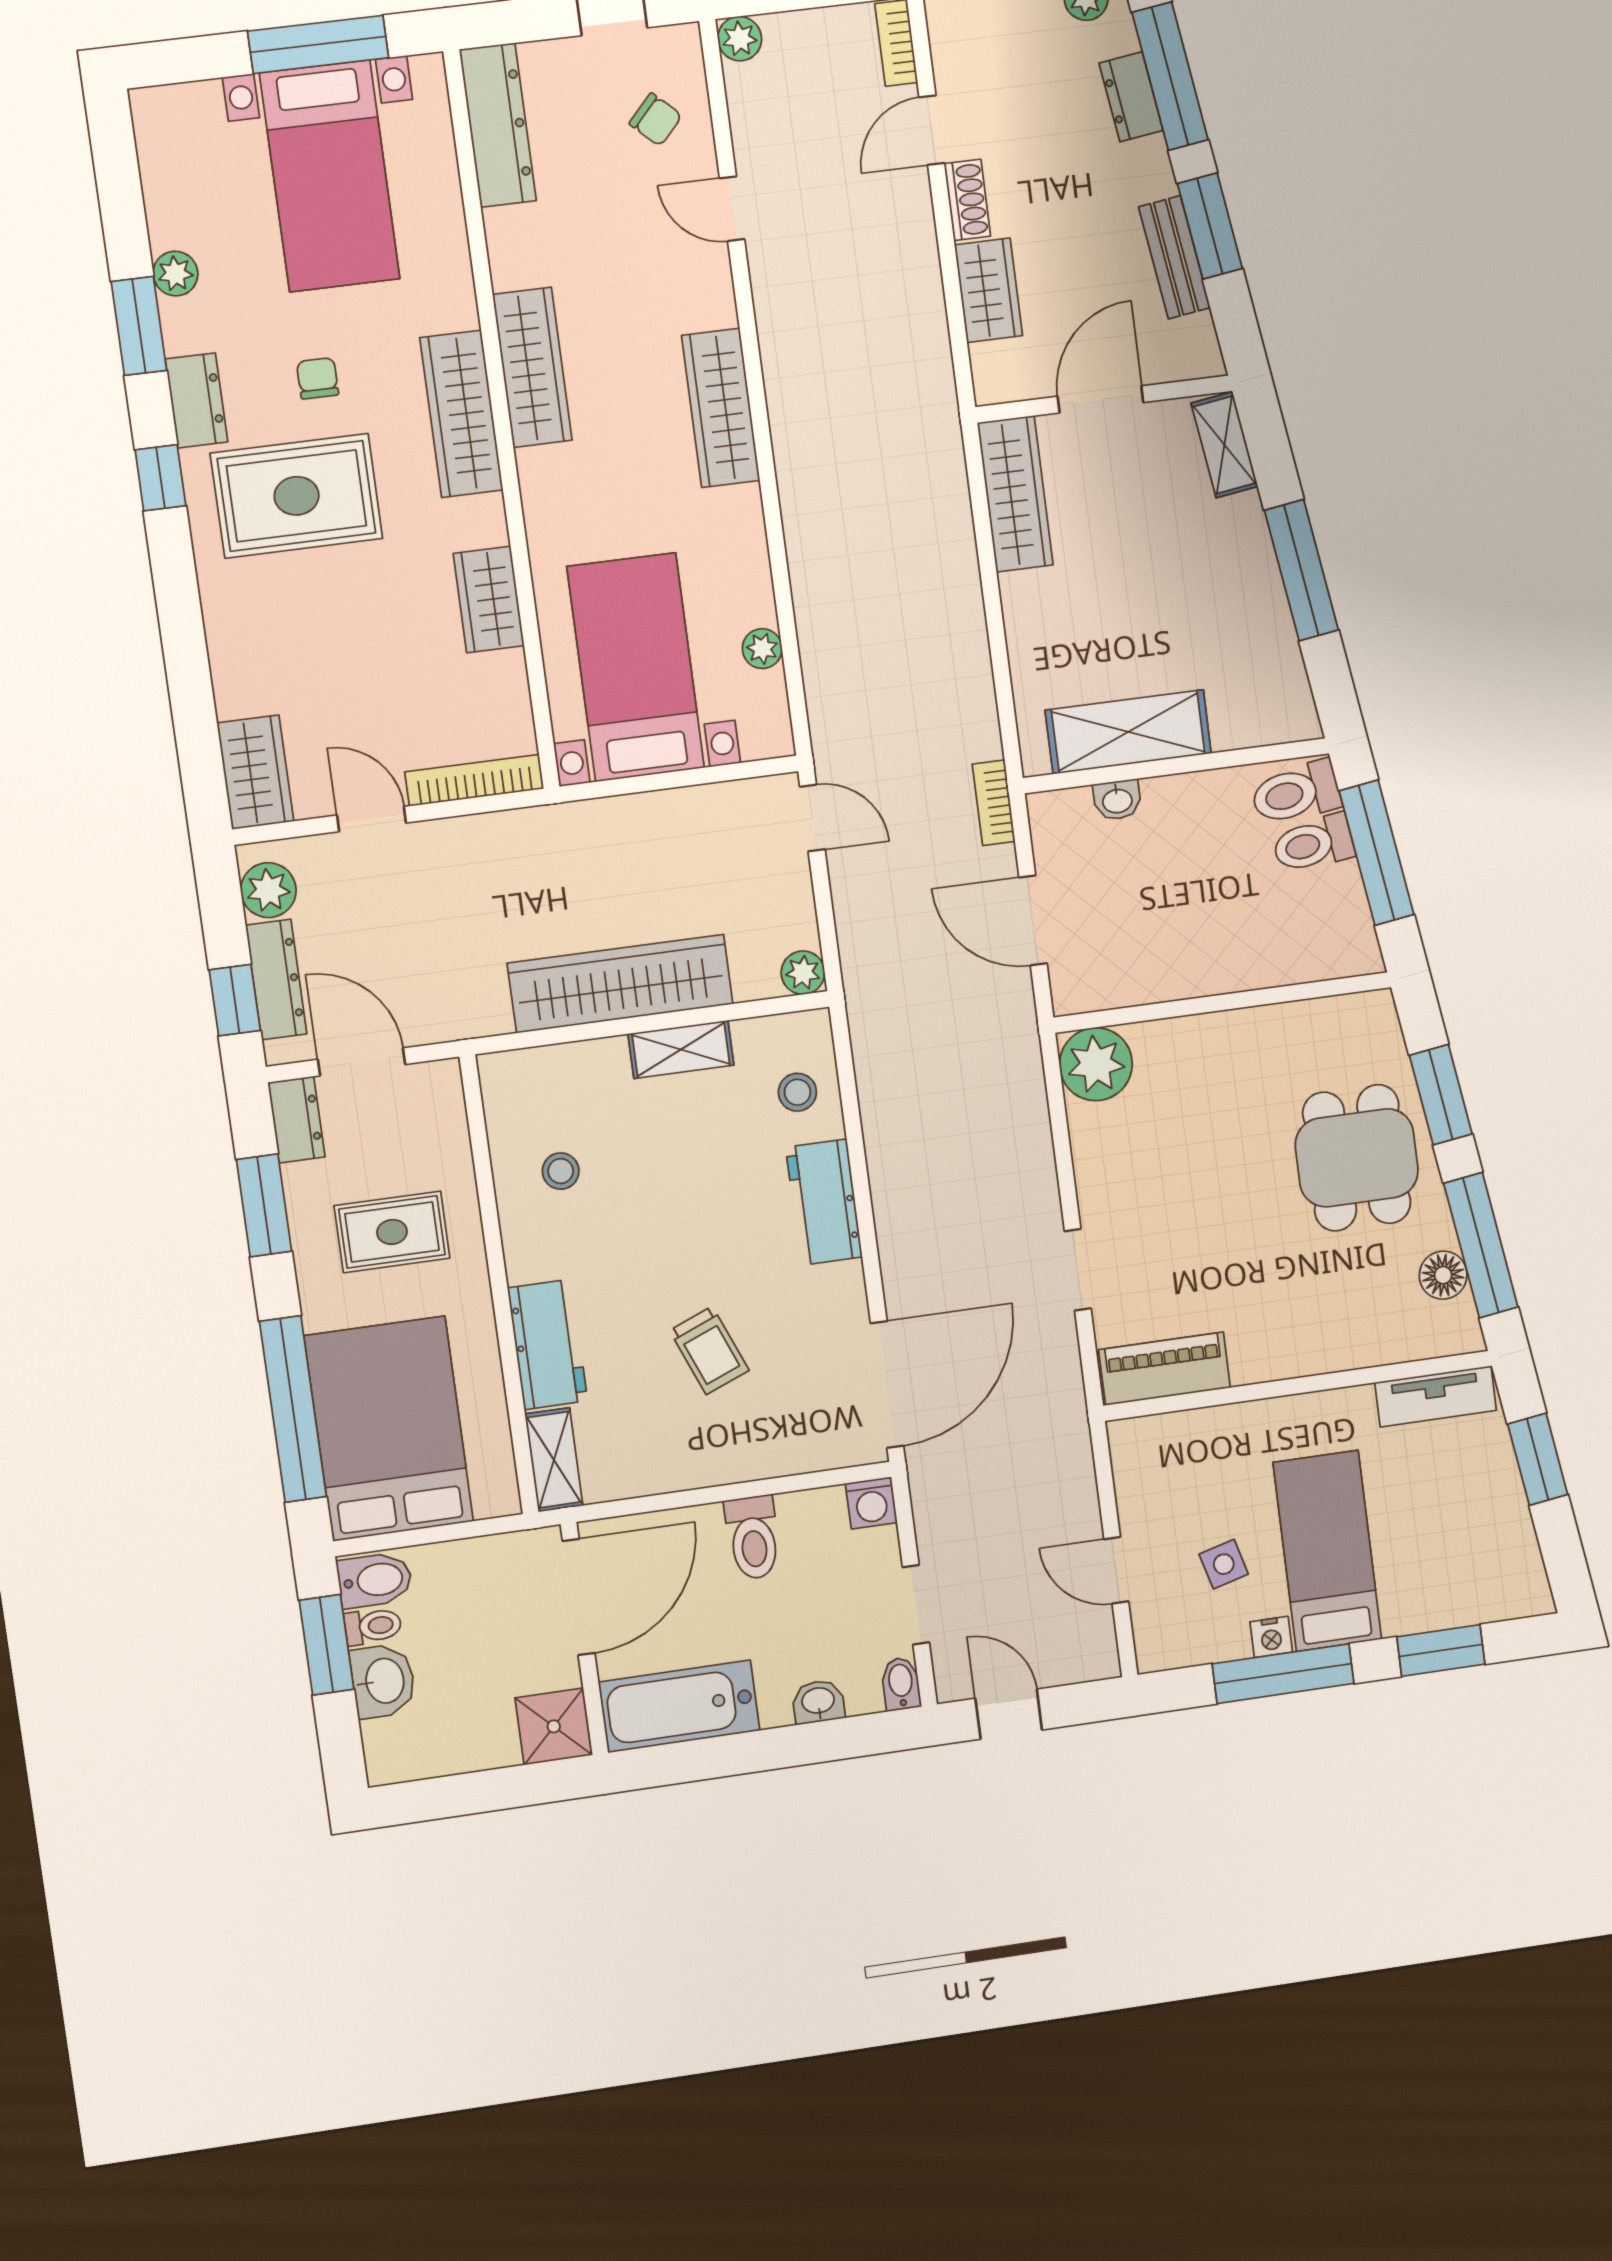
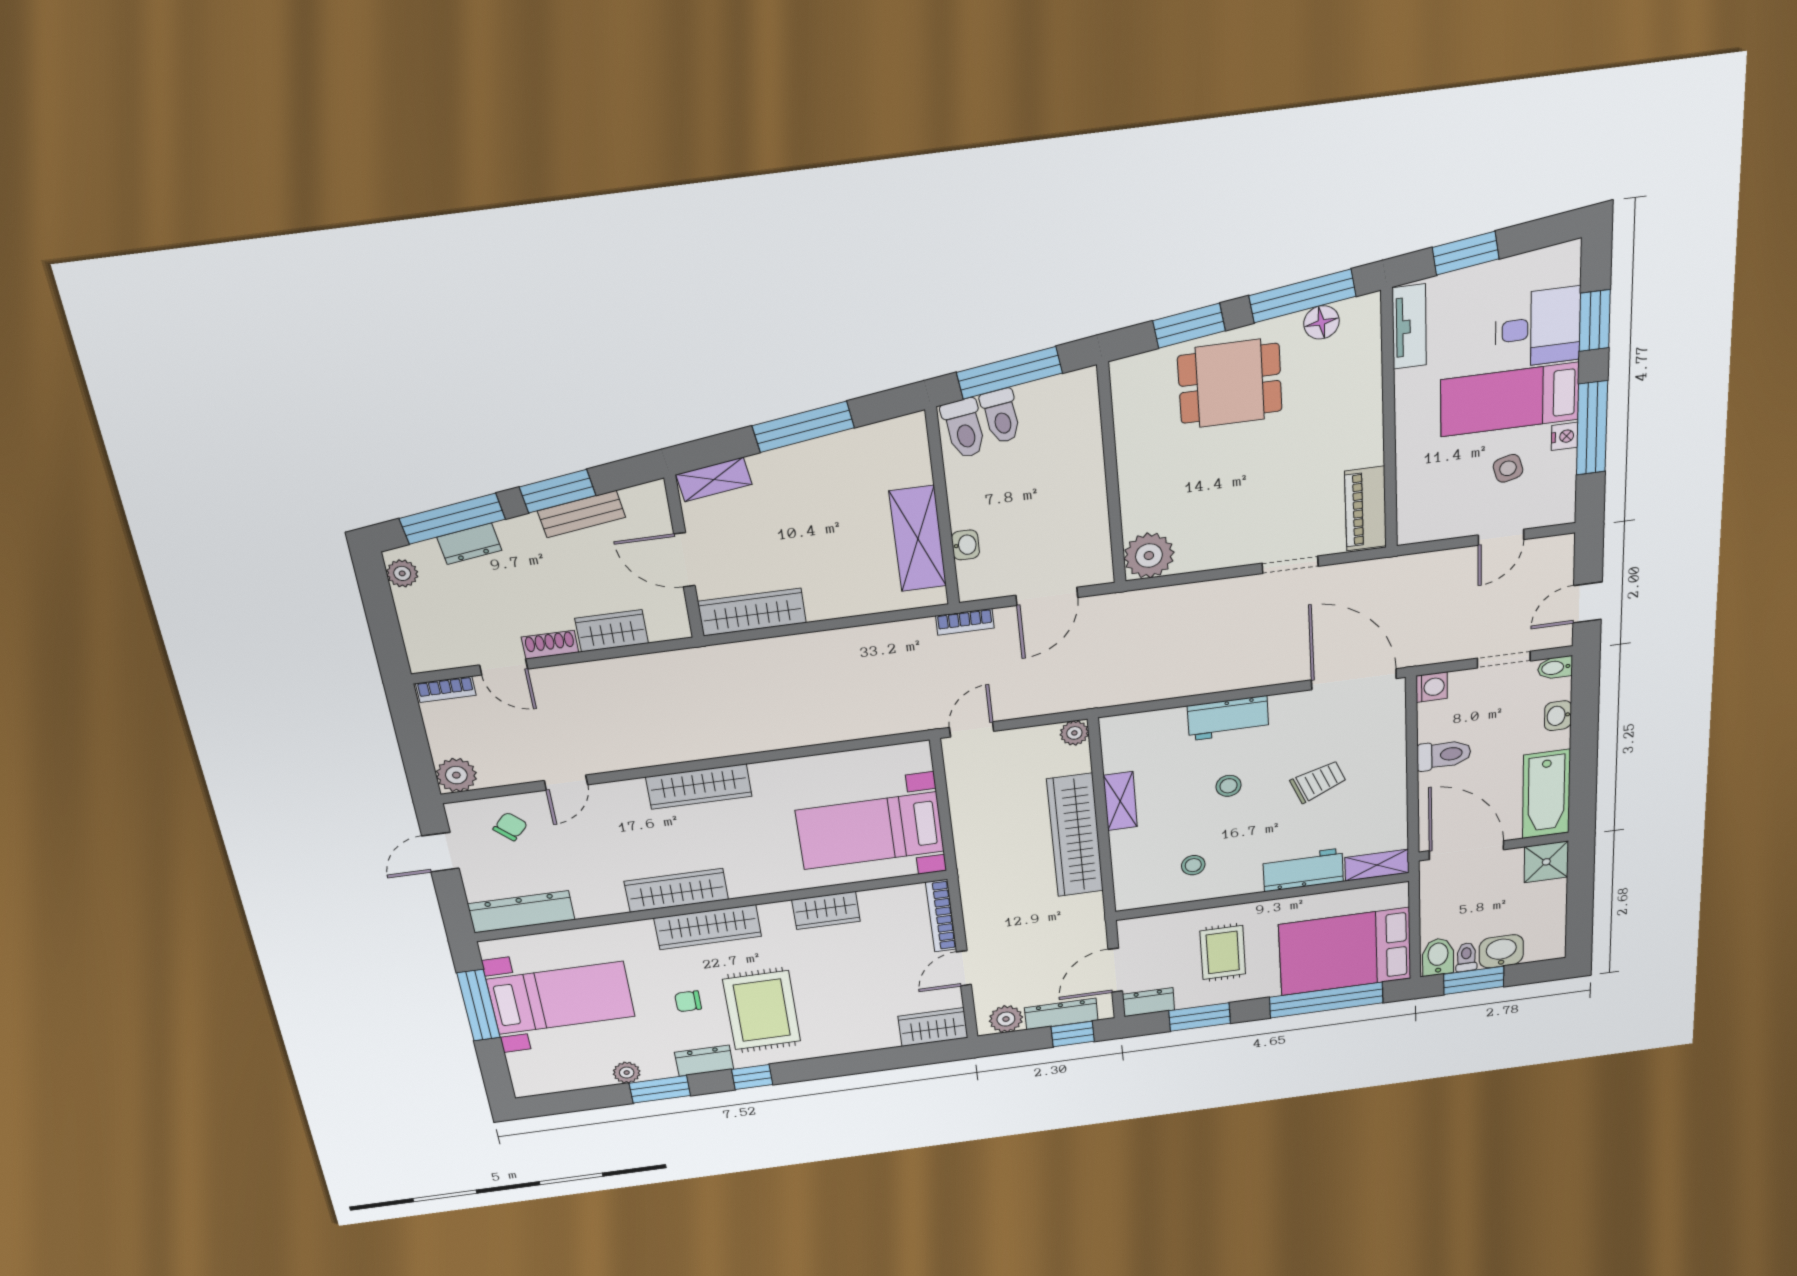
plant: (740, 39) -> (456, 775), width x1.38, depth x1.38
plant: (762, 649) -> (858, 760), removed
stool: (797, 1092) -> (1229, 786), moved
desk: (1432, 1574) -> (1538, 328), added

